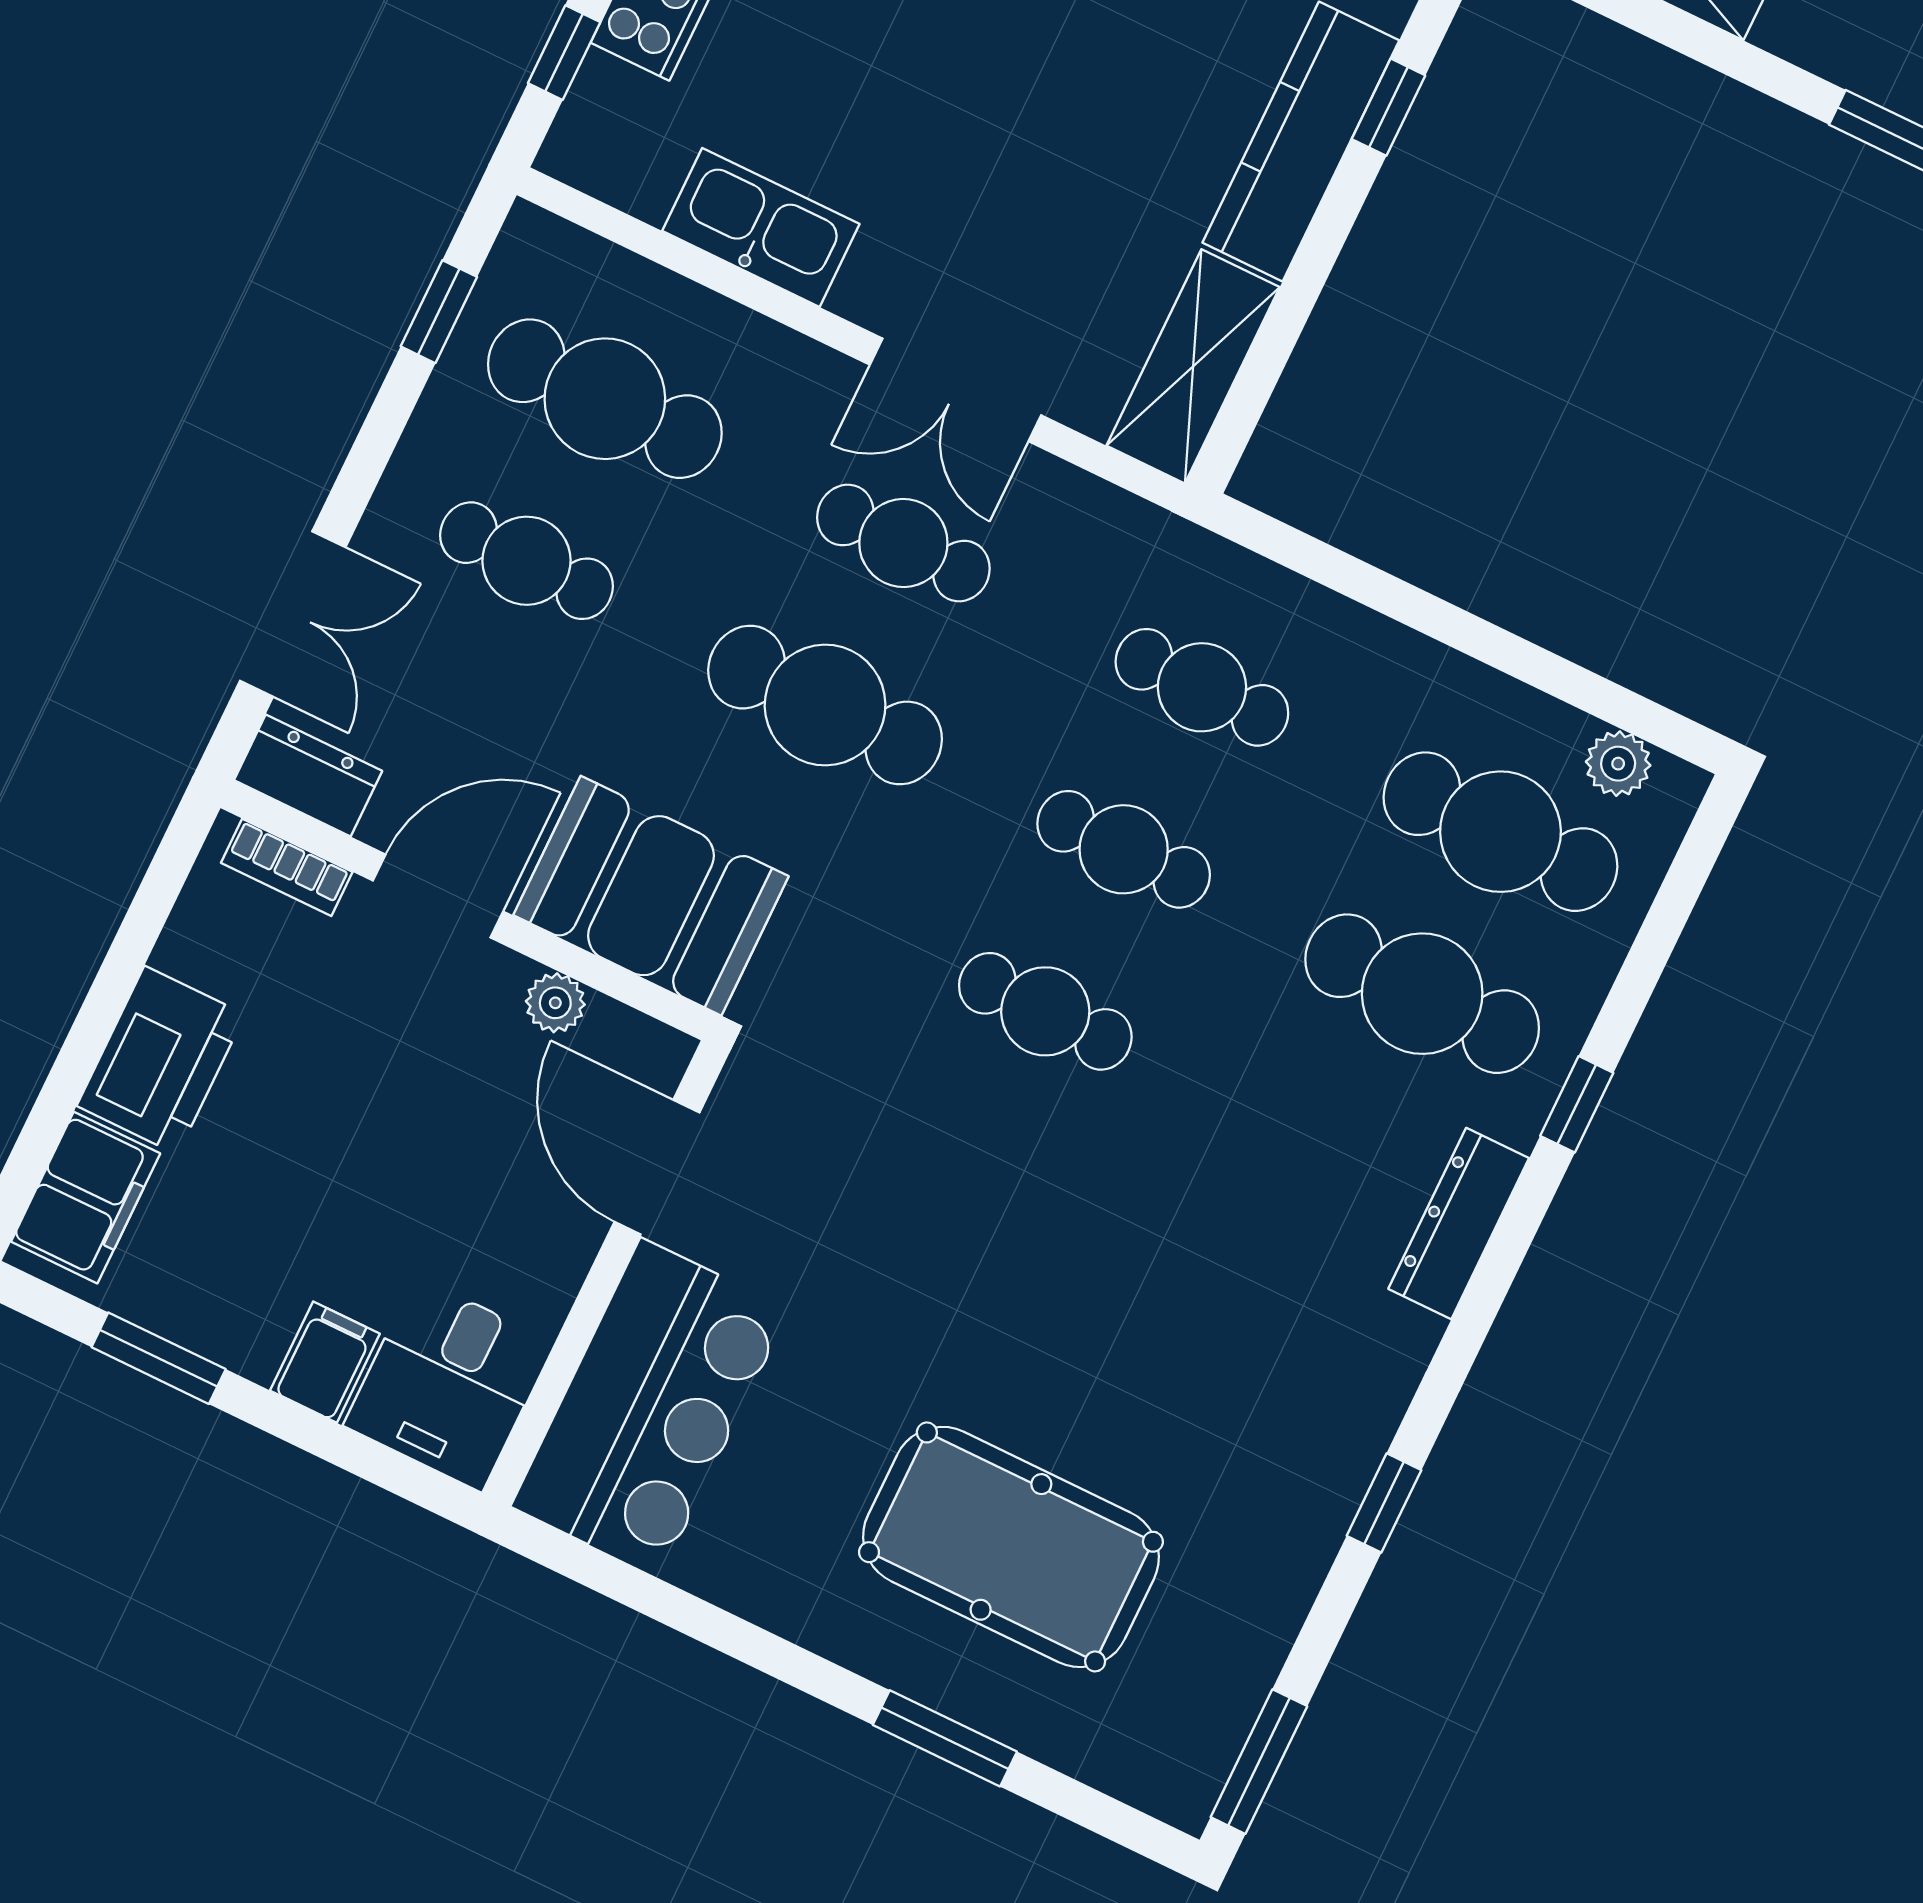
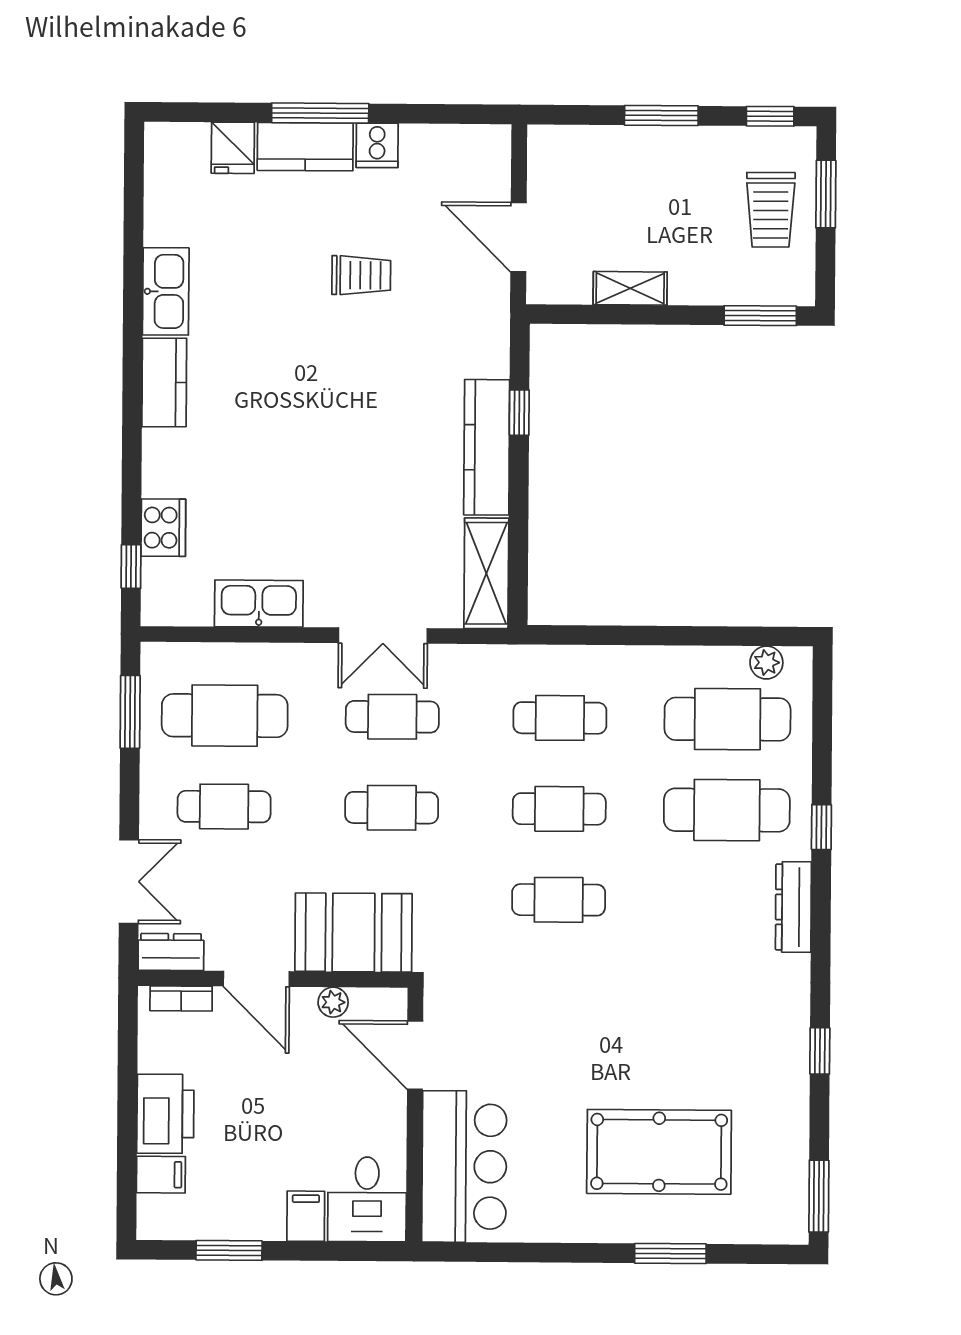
window: (439, 312) -> (130, 712), width x1.50
cafe table: (825, 705) -> (392, 808), width x0.73, depth x0.74
door: (438, 896) -> (256, 979), swing flipped
filing cabinet: (86, 1198) -> (161, 1175), width x0.50

